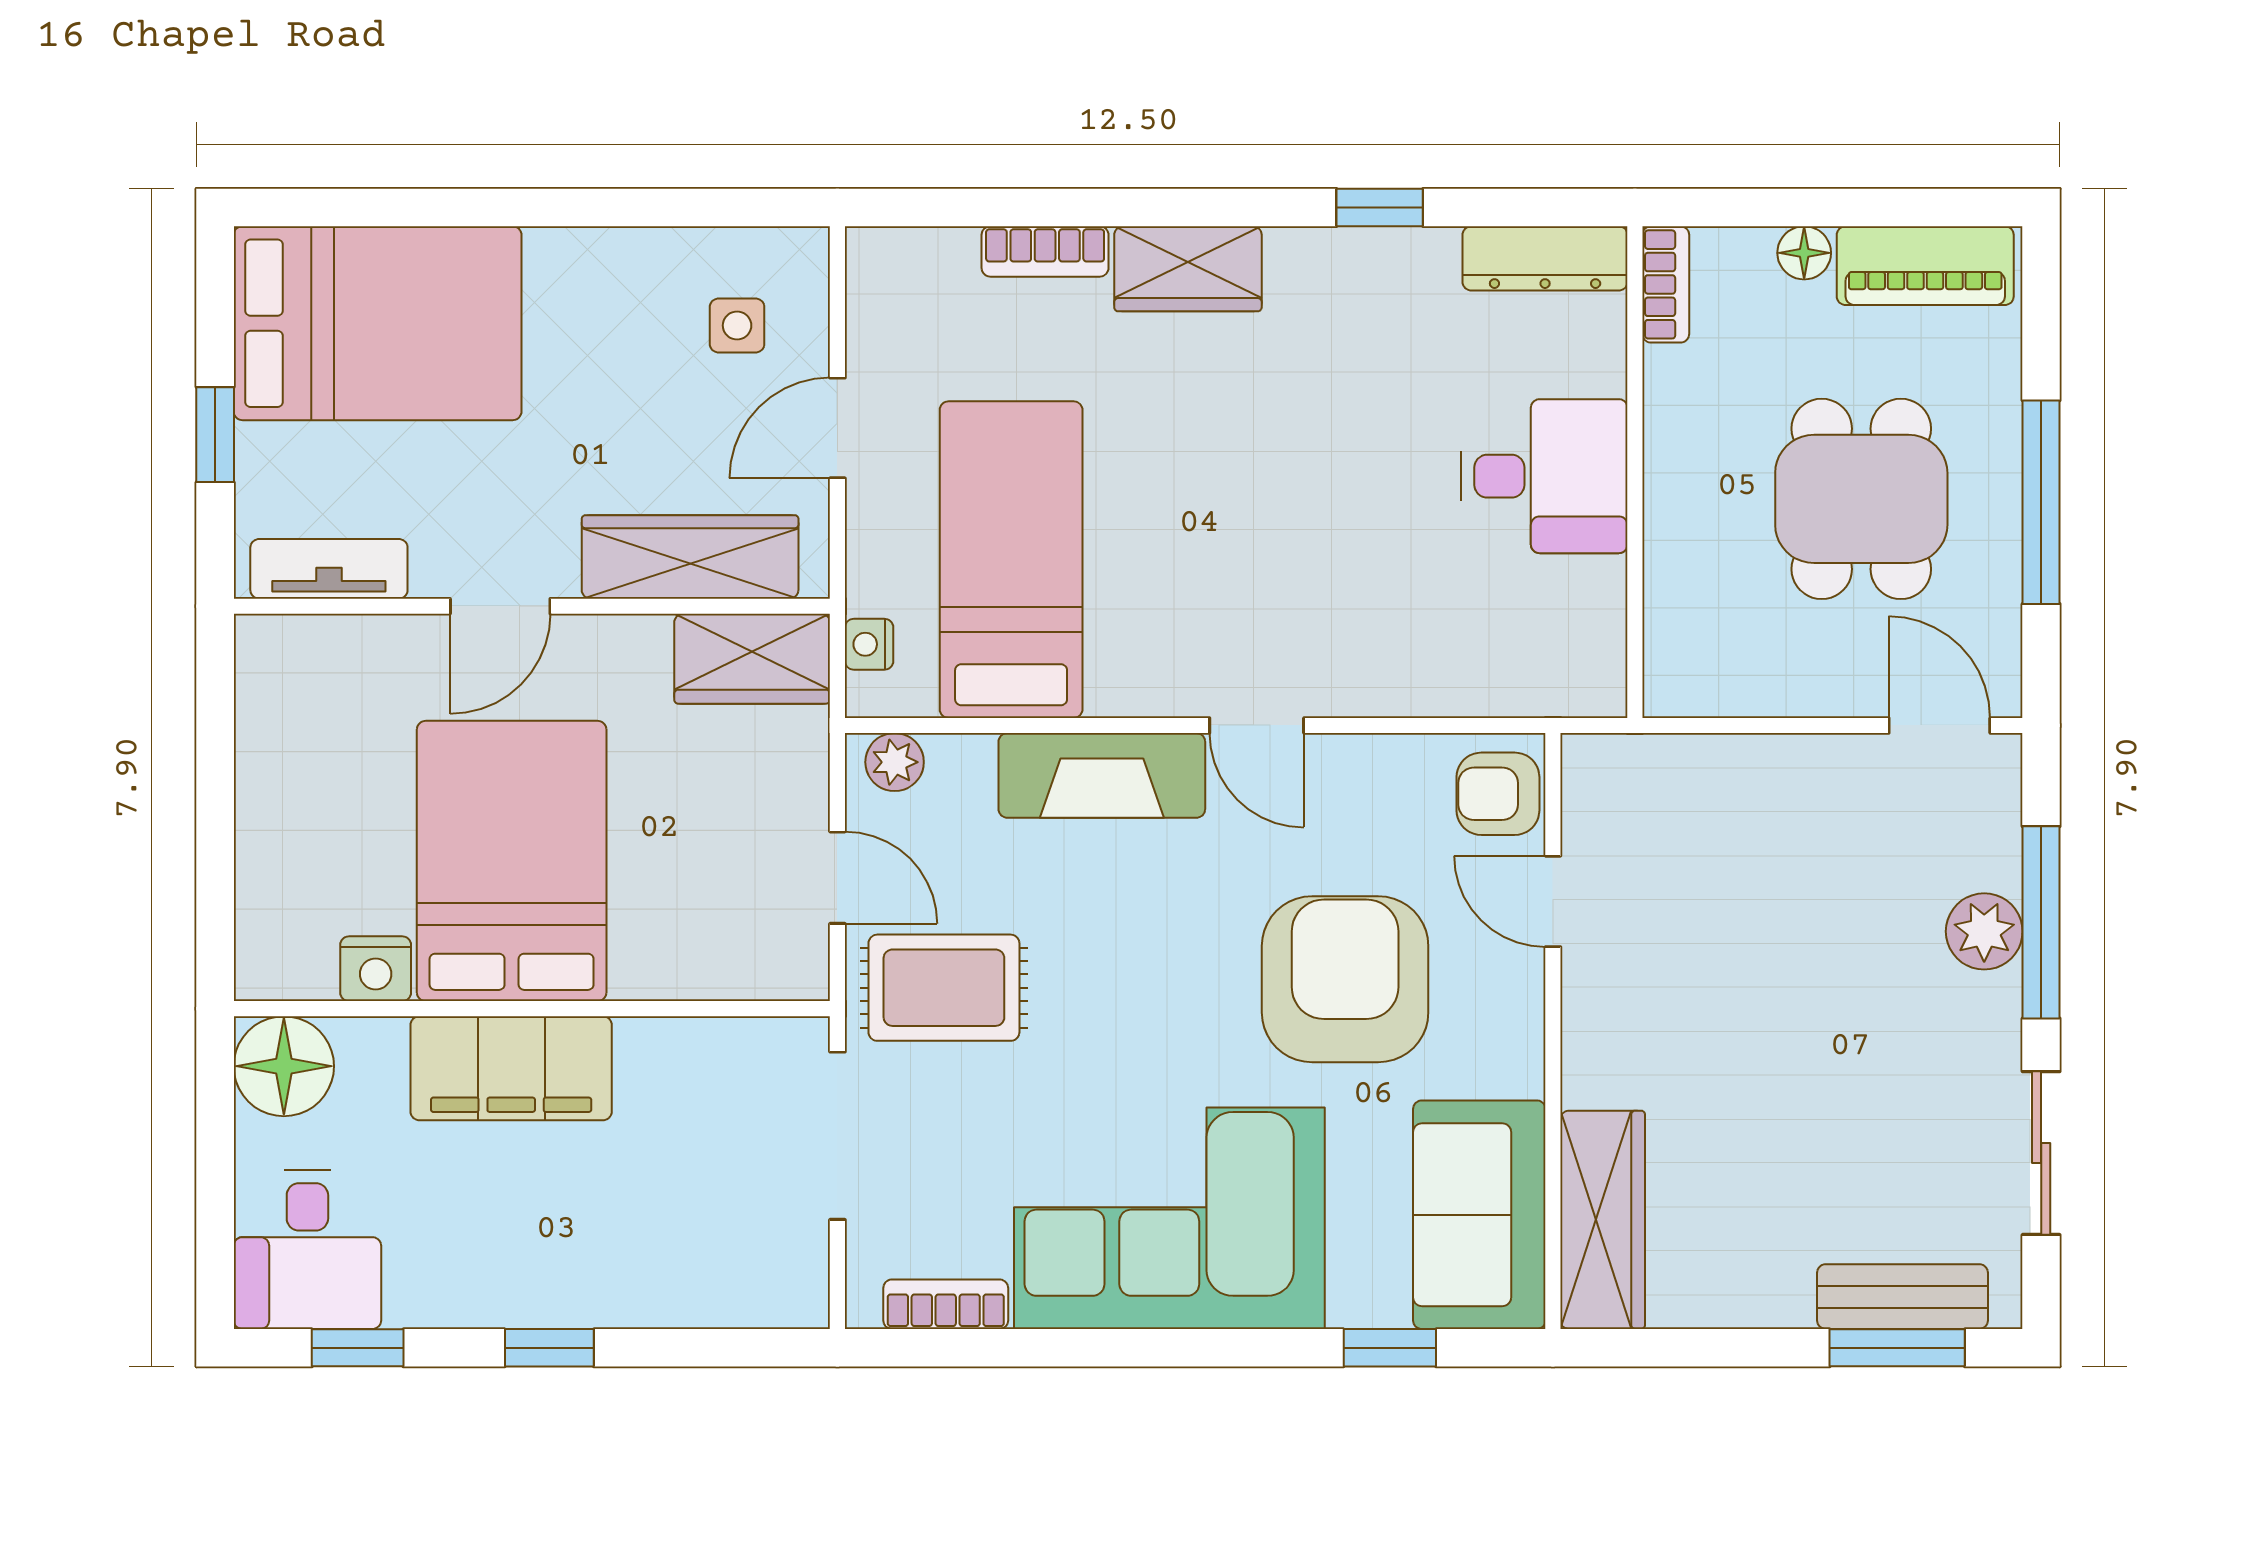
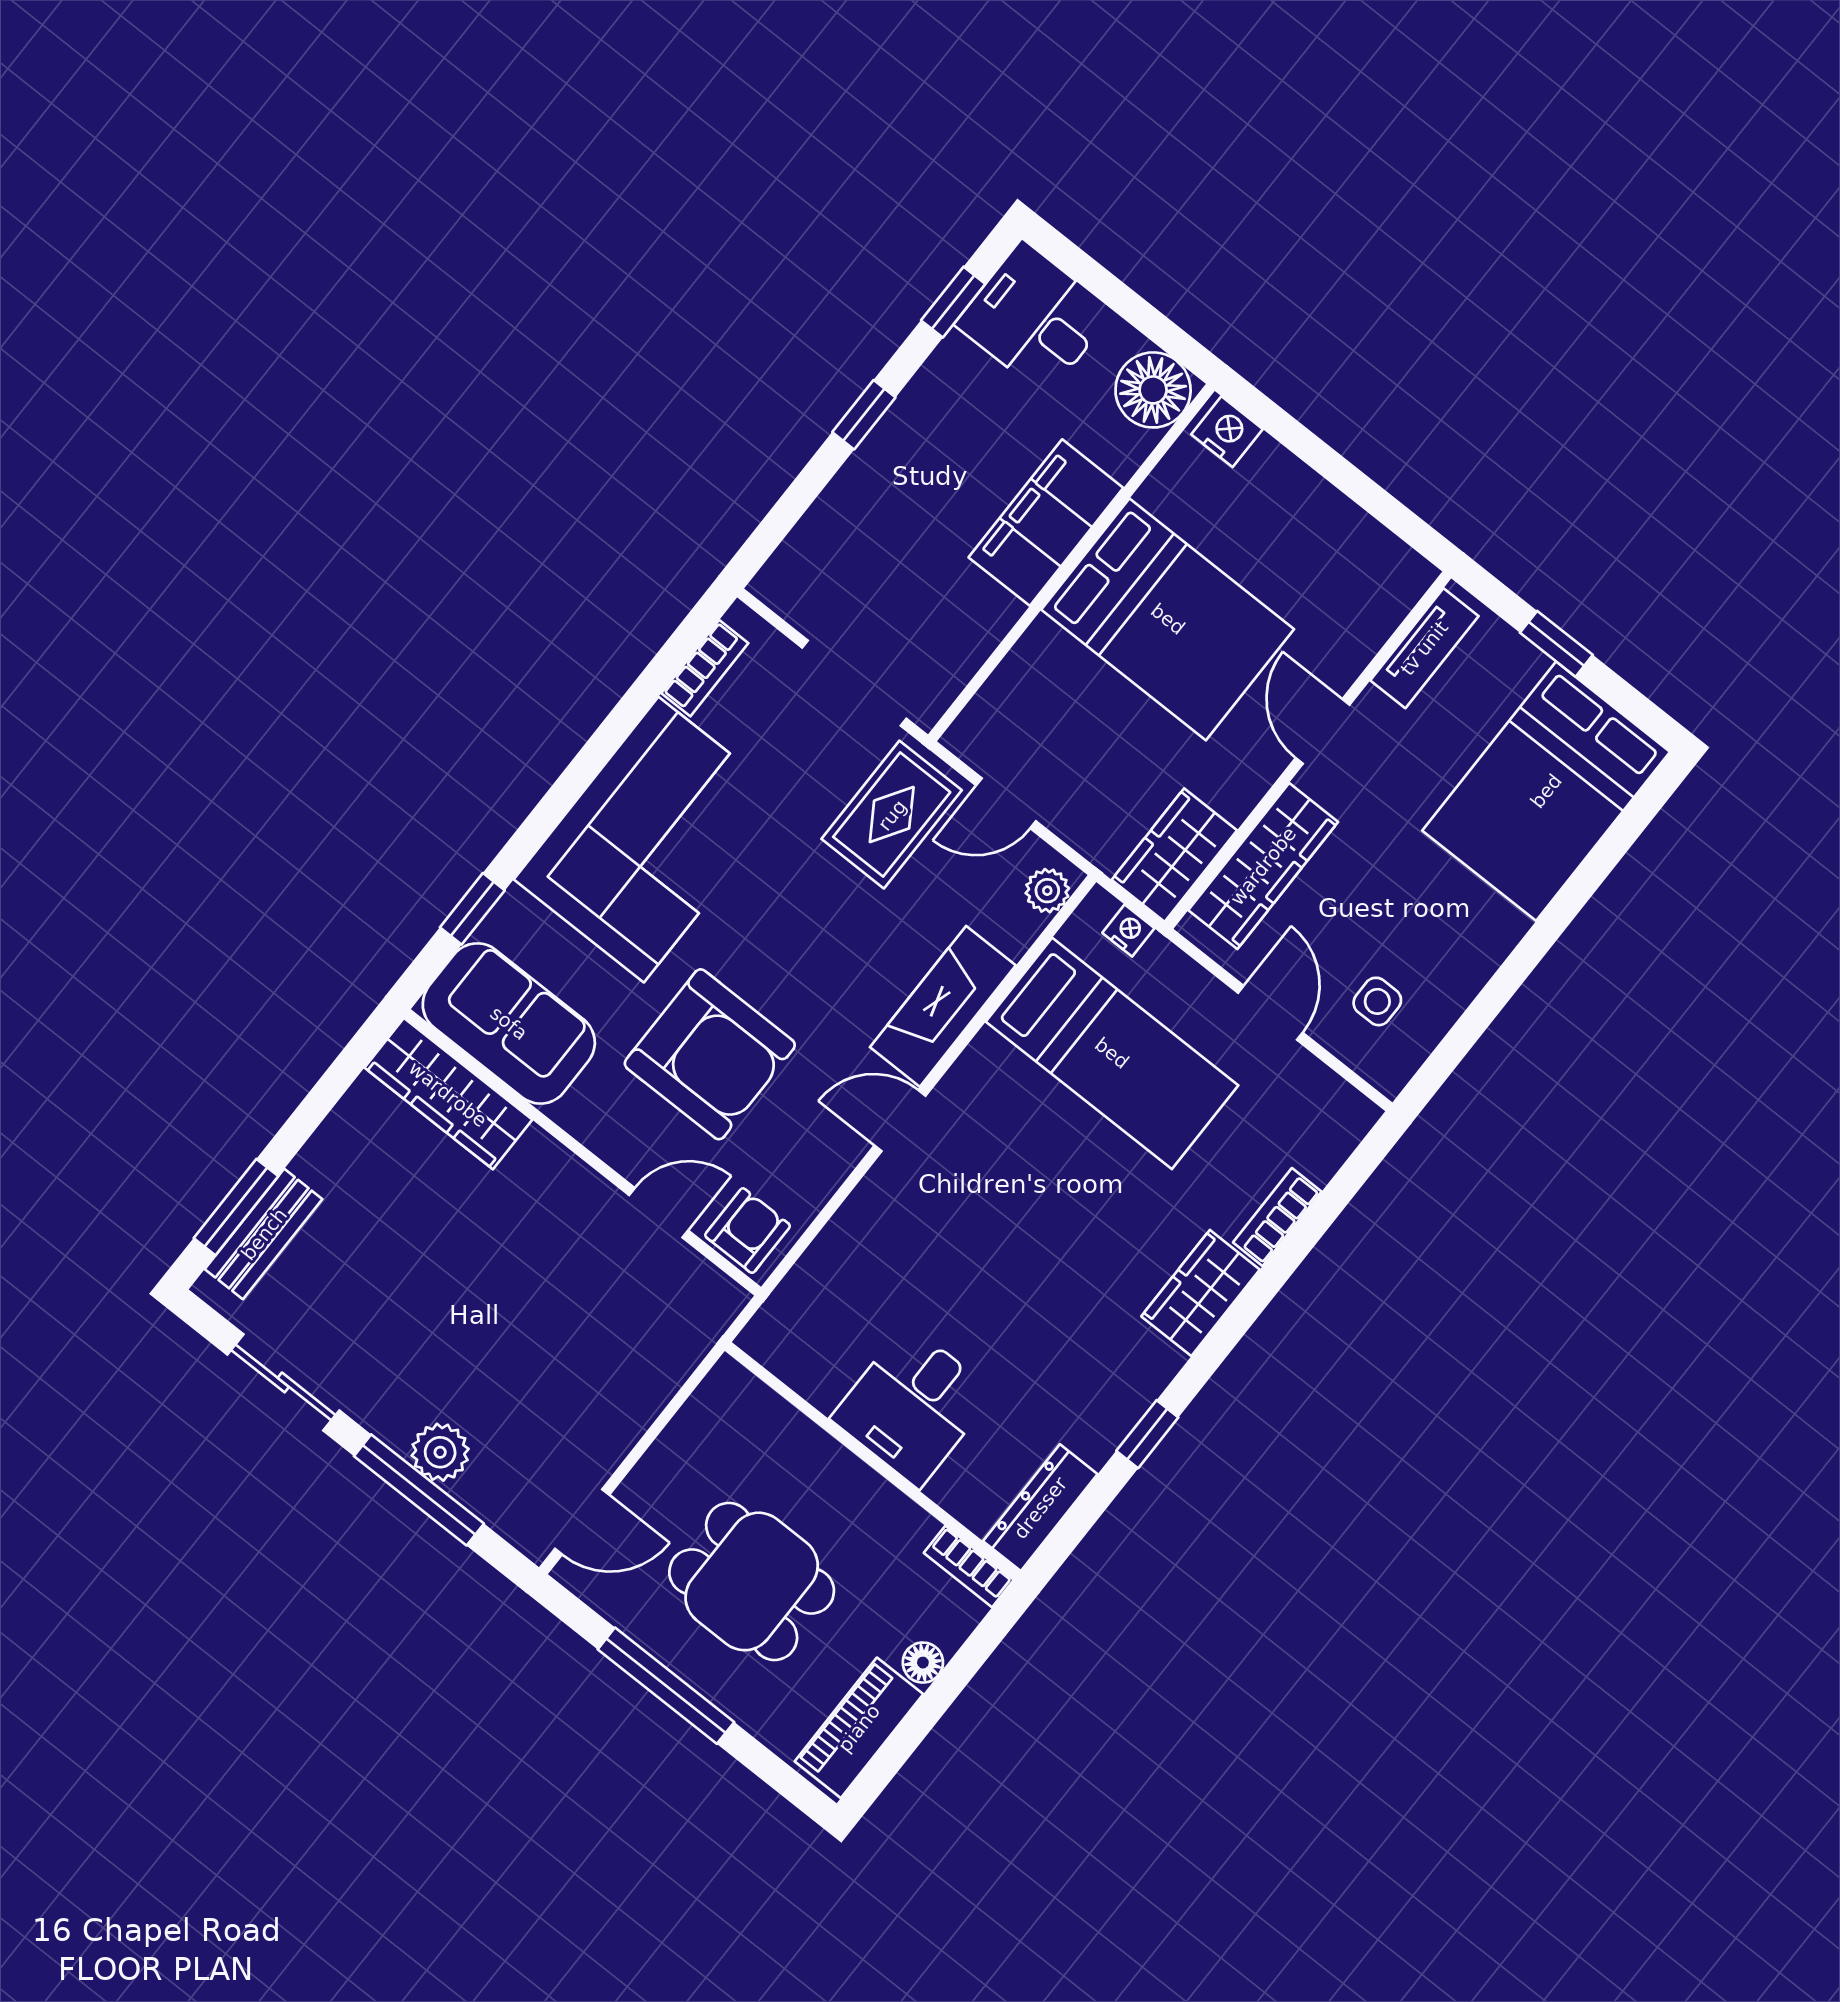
nightstand: (376, 969) -> (1227, 432), moved, turned 90

